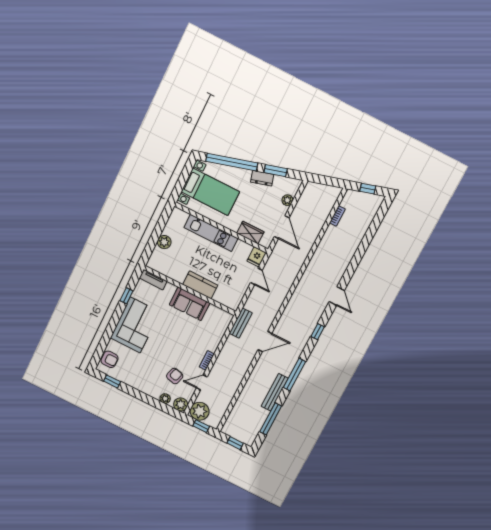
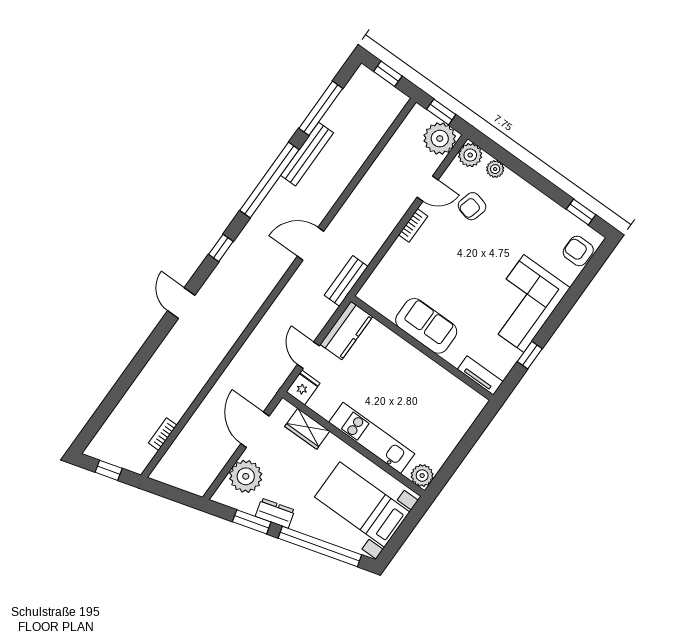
plant: (287, 200) -> (246, 476), width x1.88, depth x1.88
plant: (164, 242) -> (422, 476), moved
kitchen counter: (200, 285) -> (346, 331), moved, turned -90
window: (294, 375) -> (269, 180), width x1.46

